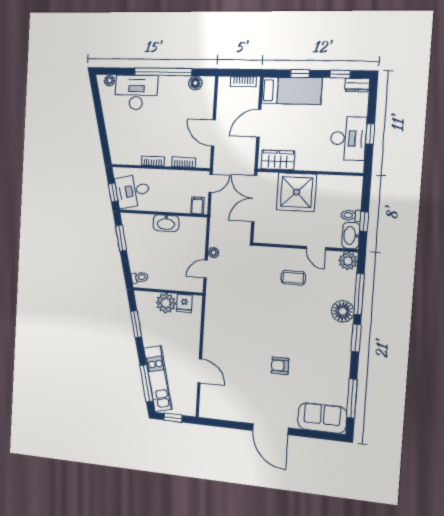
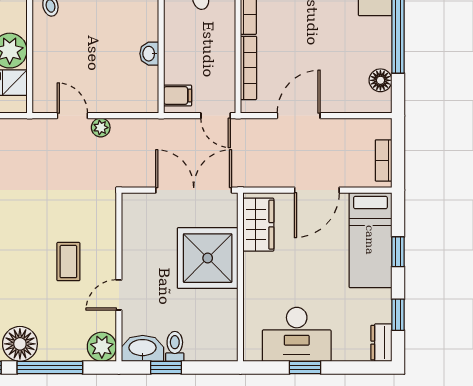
door: (259, 123) -> (317, 190), swing flipped
bookcase: (184, 162) -> (249, 68), width x1.56
washbasin: (166, 223) -> (149, 54), width x0.52, depth x0.69

